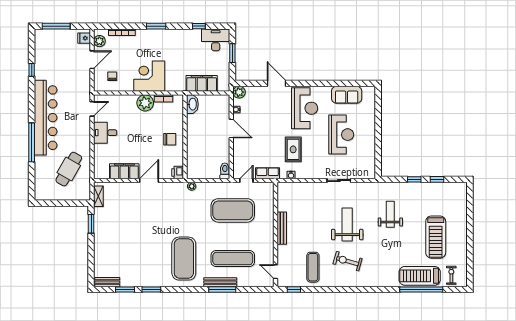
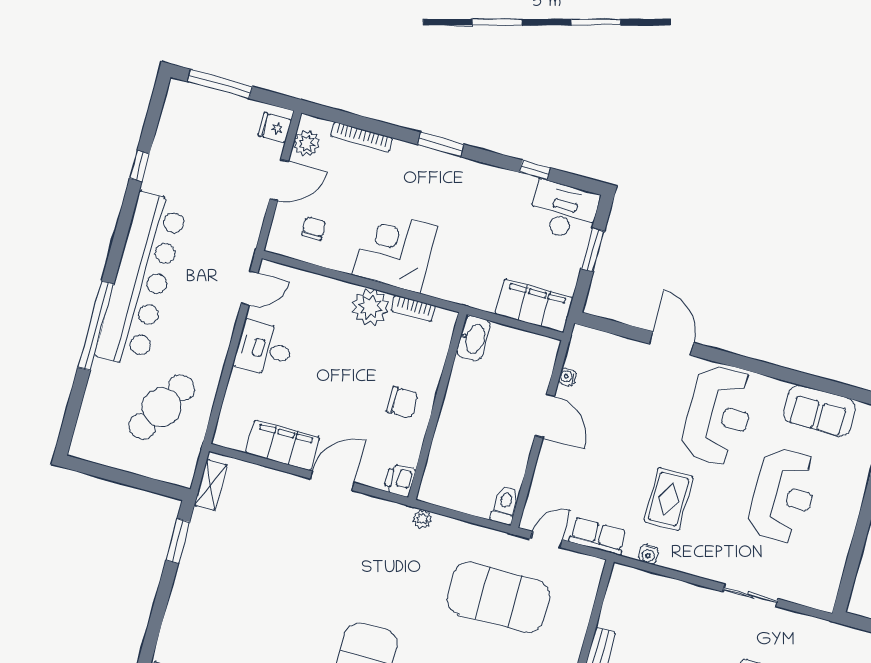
filing cabinet: (202, 83) -> (534, 306), moved
plant: (239, 92) -> (584, 340), removed

